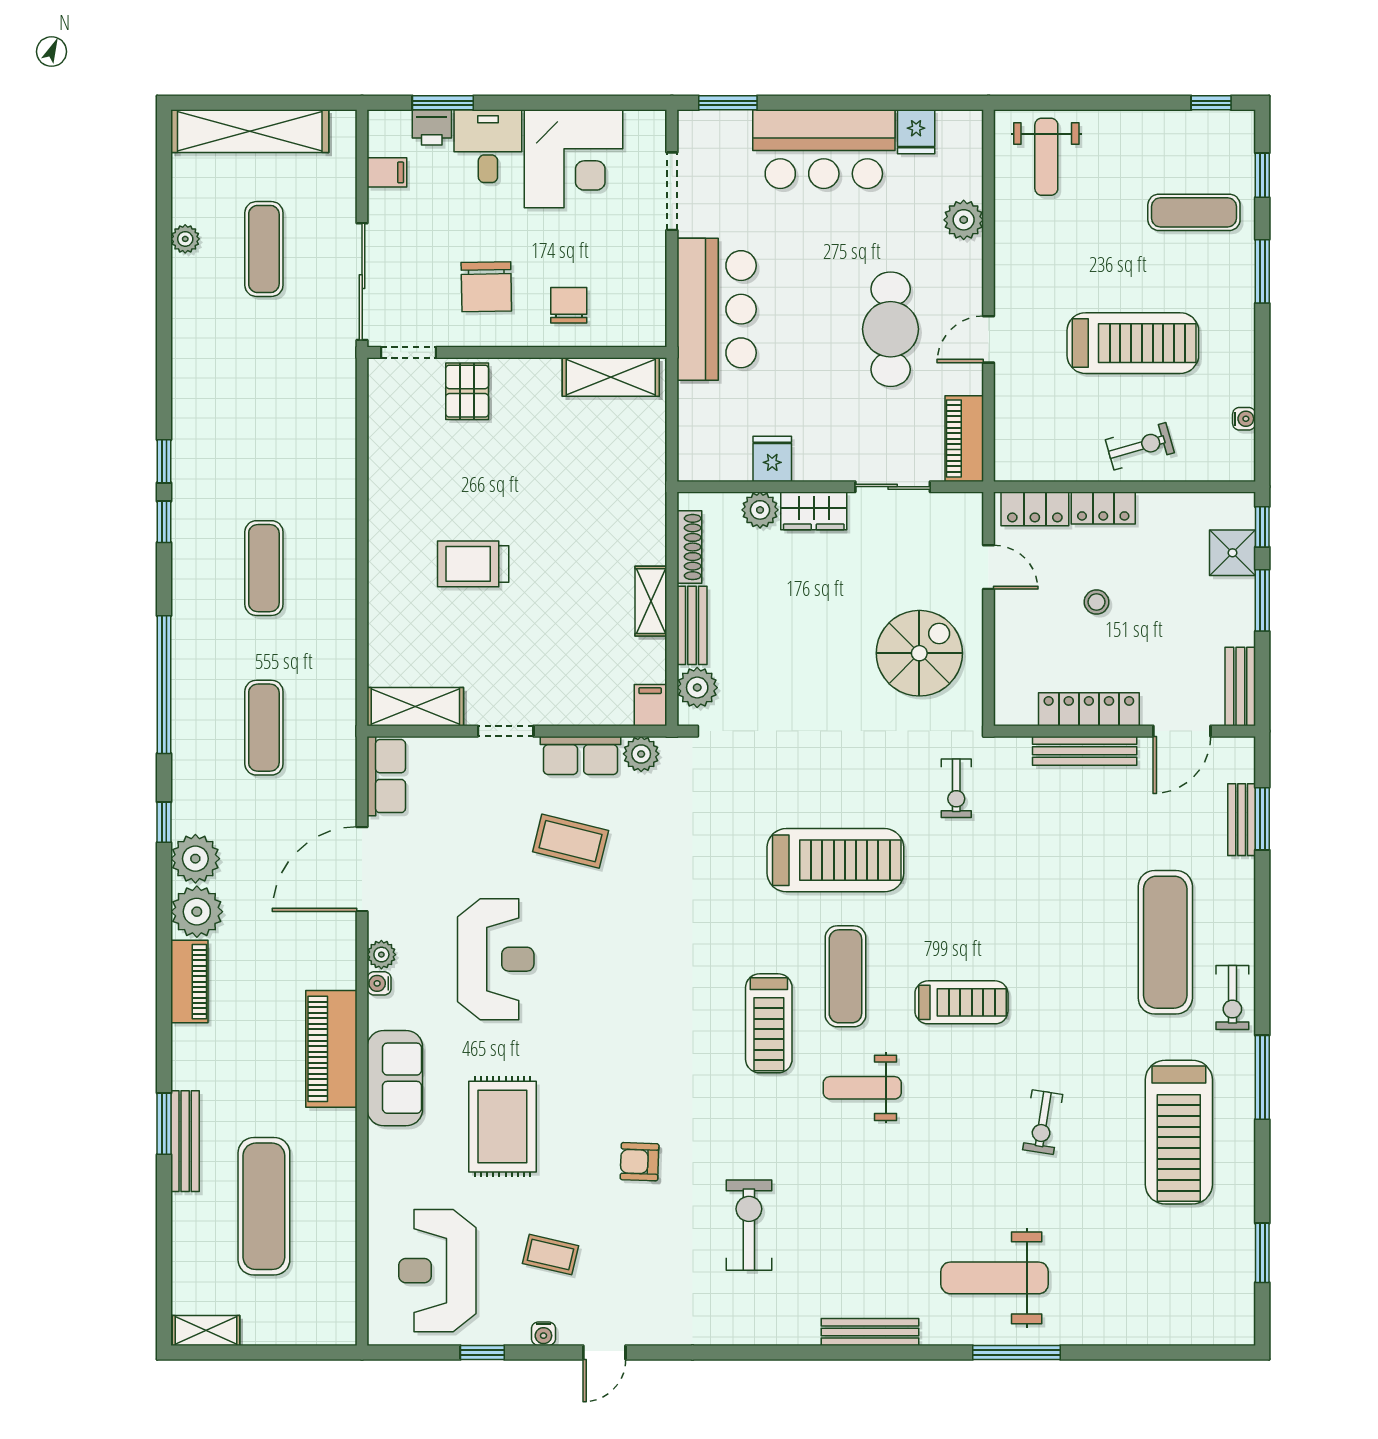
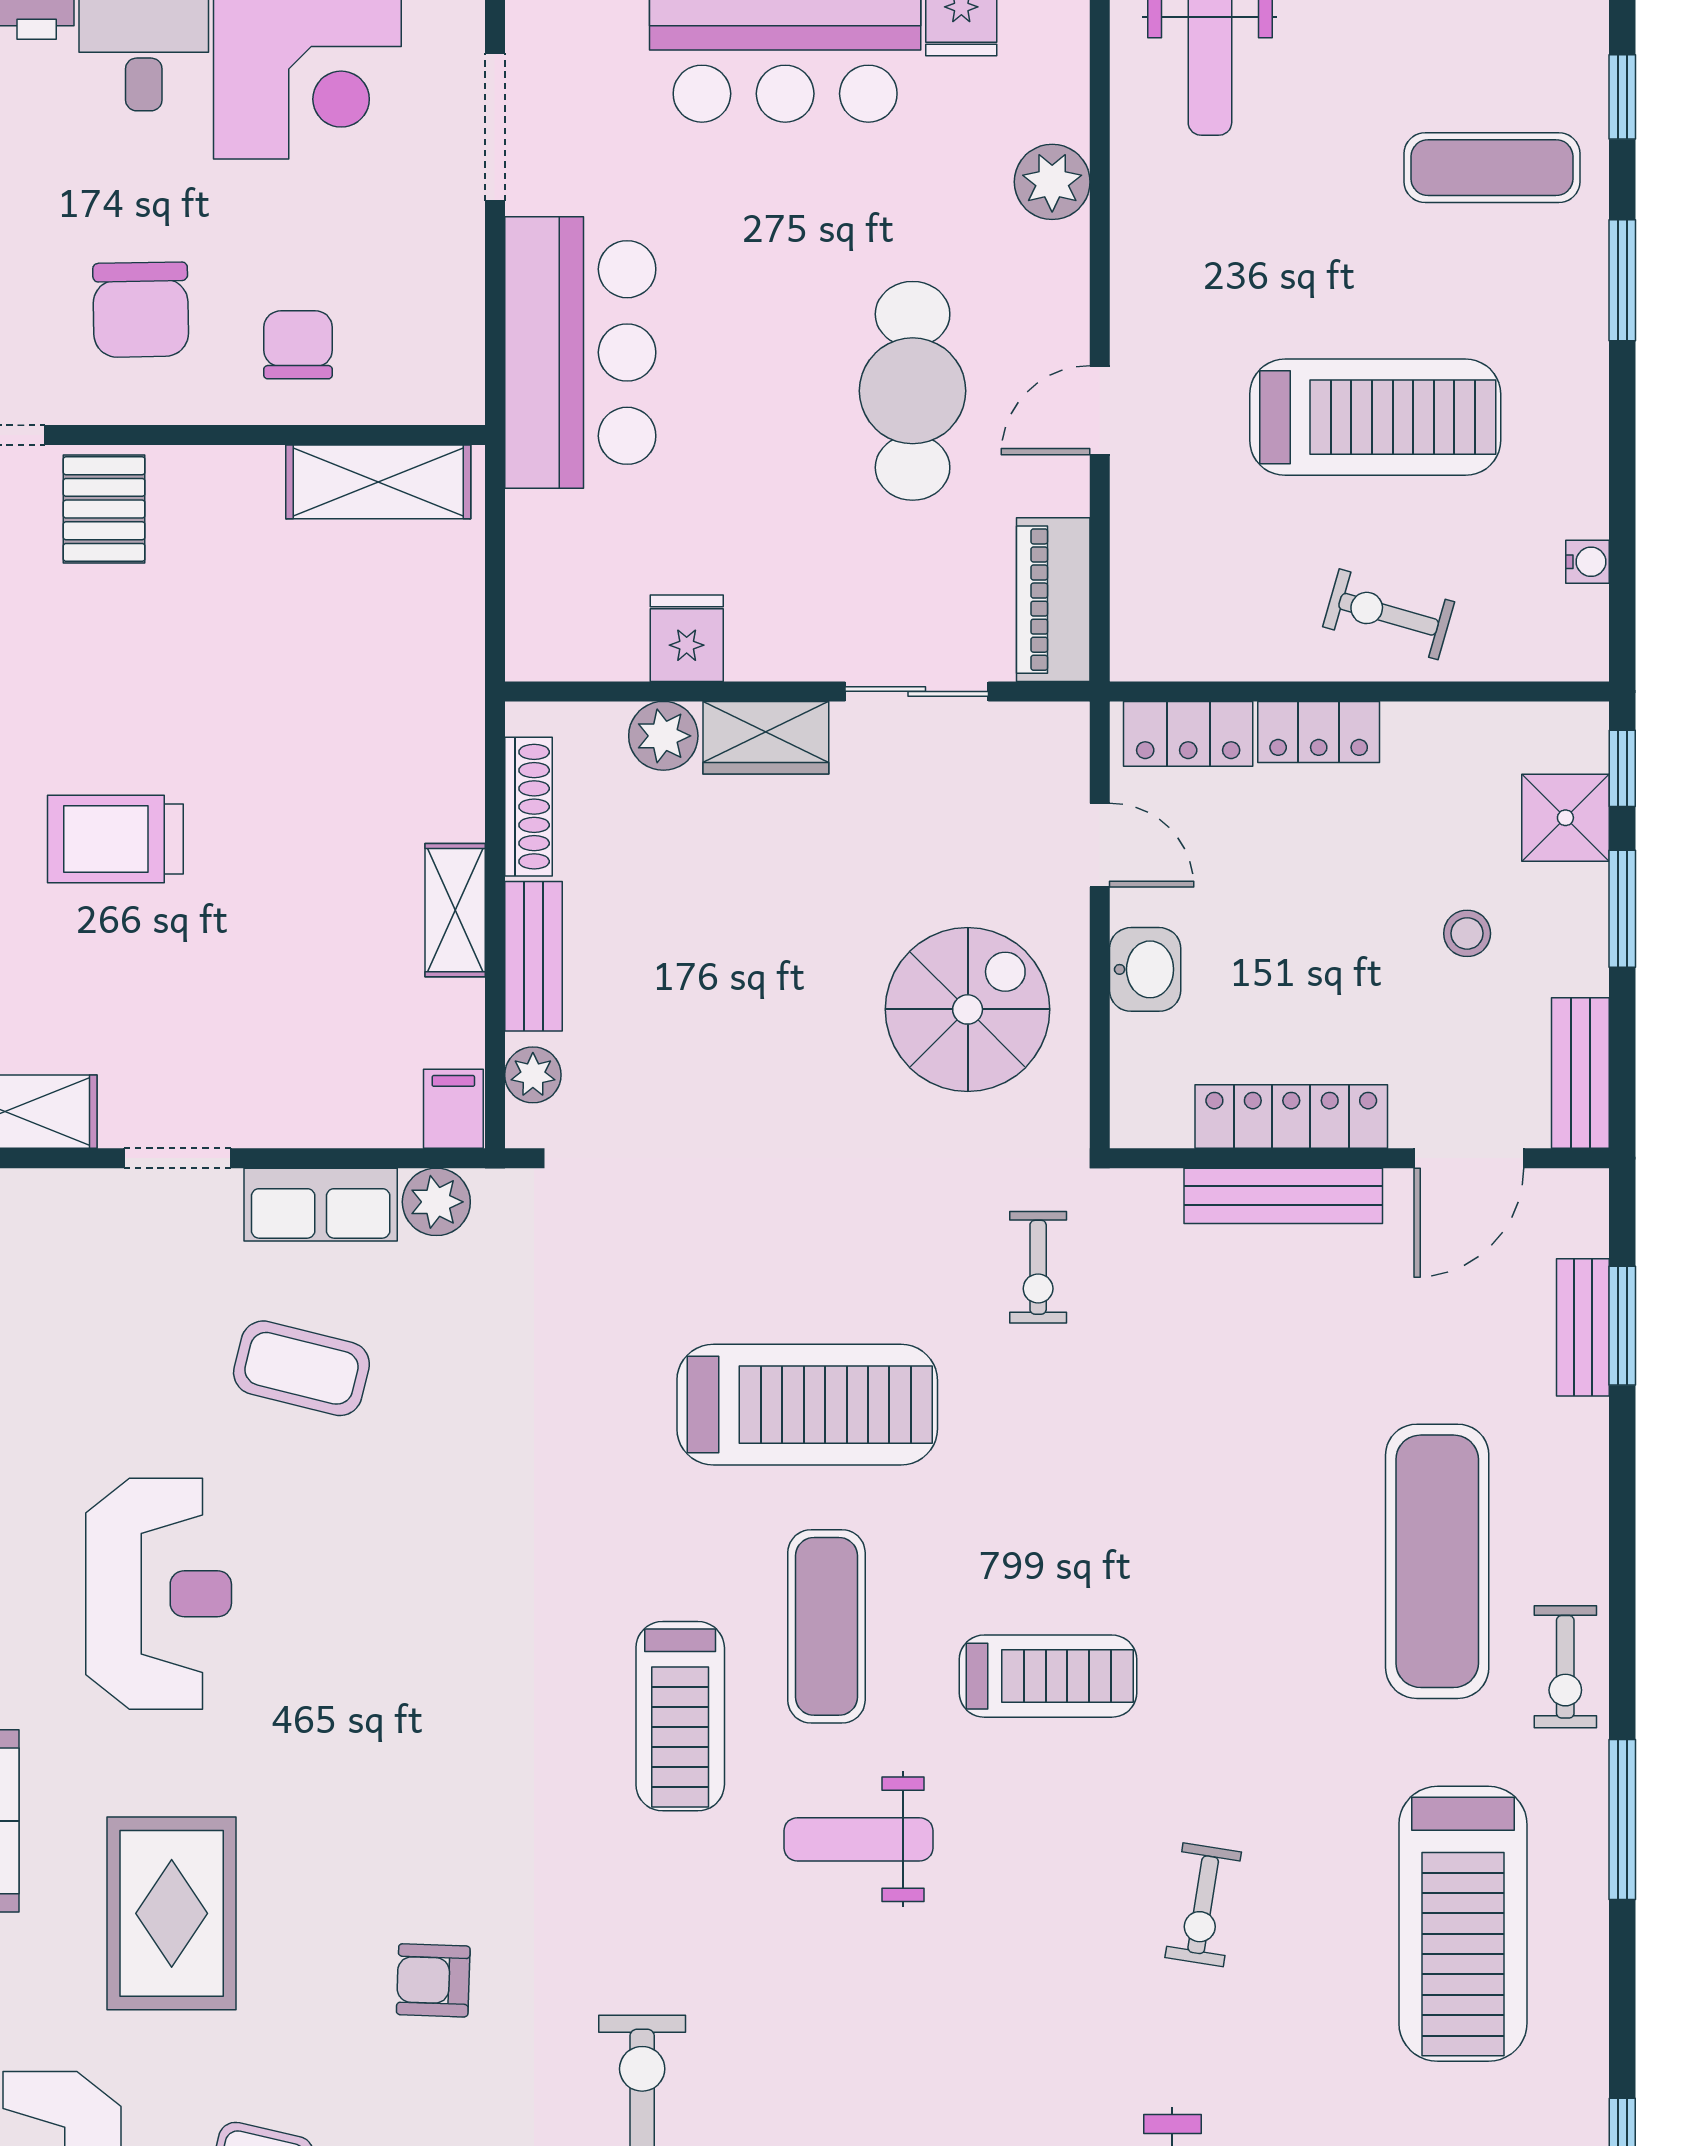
exercise bike: (1140, 446) -> (1389, 614), turned -148
stool: (1097, 602) -> (1467, 933), moved
washbasin: (1012, 632) -> (1145, 969), added
plant: (697, 688) -> (533, 1075), width x0.73, depth x0.73

